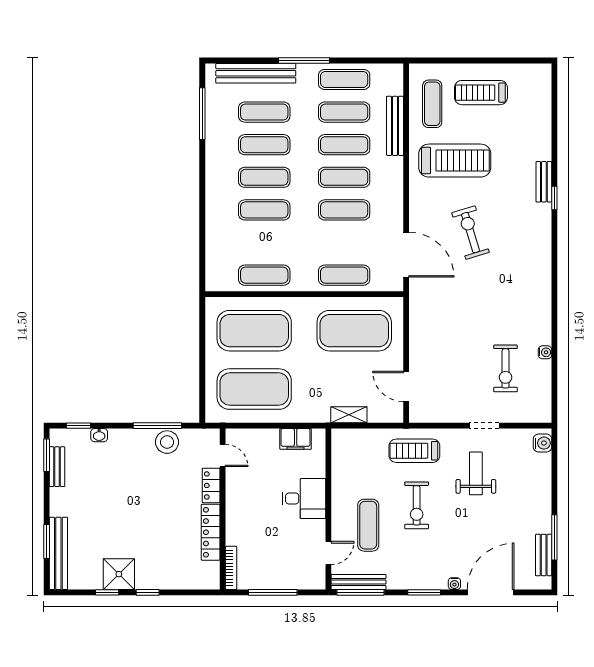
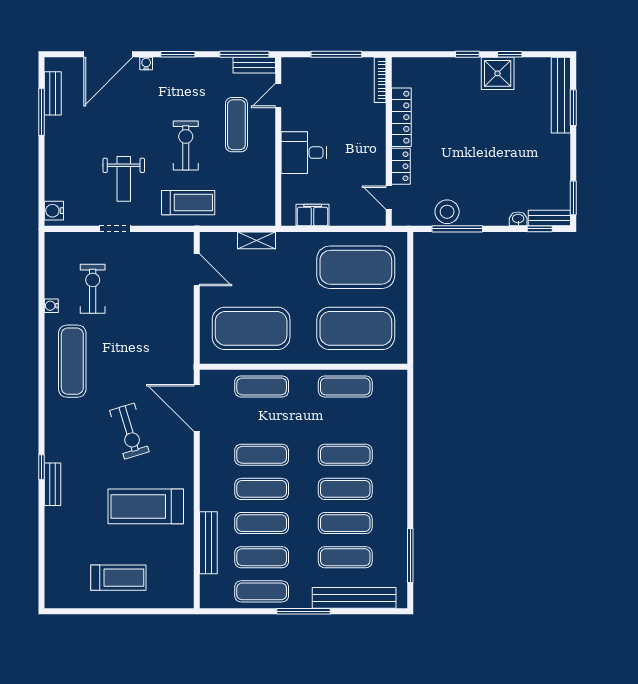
exercise mat: (432, 104) -> (72, 361), moved, width x1.36, depth x1.45
bench: (57, 467) -> (549, 218), moved, turned 90
bench: (358, 582) -> (254, 65), width x0.73

